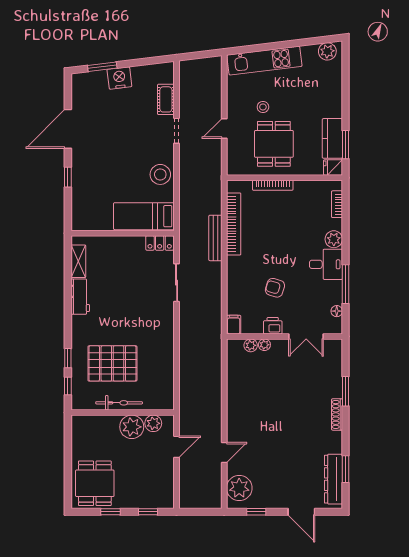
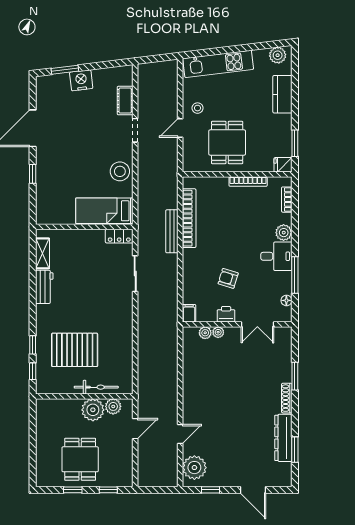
stool: (263, 107) -> (198, 108), moved
kitchen counter: (332, 138) -> (282, 94), moved
bookcase: (273, 185) -> (248, 182), moved
bicycle: (119, 403) -> (96, 387), moved
dresser: (333, 479) -> (283, 438), moved
dining table: (95, 483) -> (80, 459), moved

